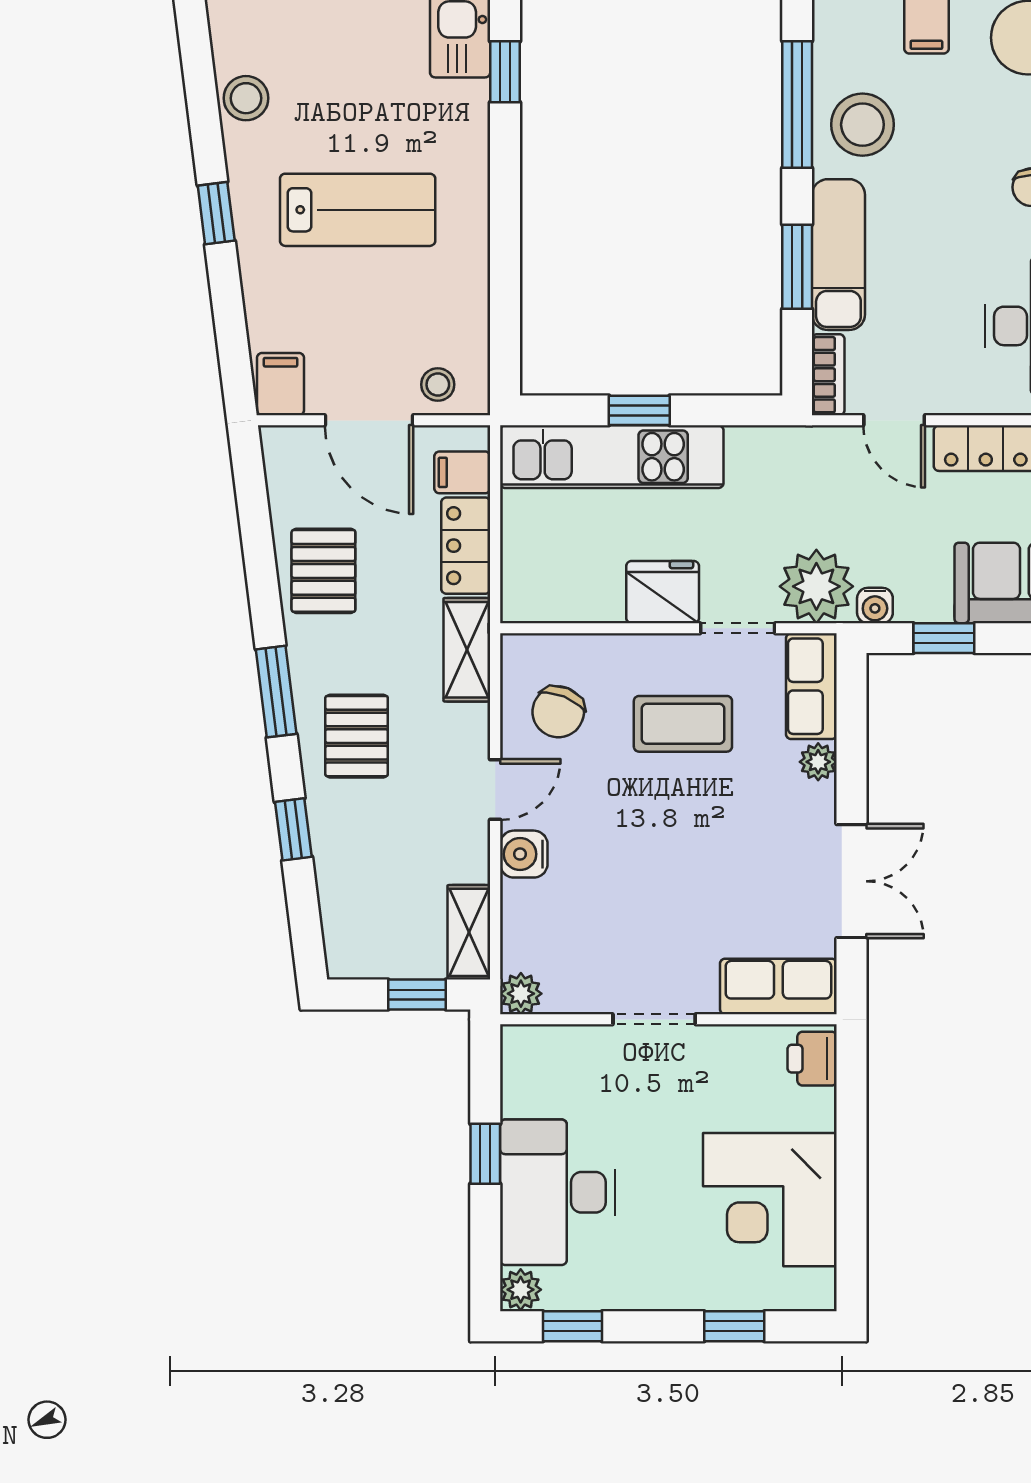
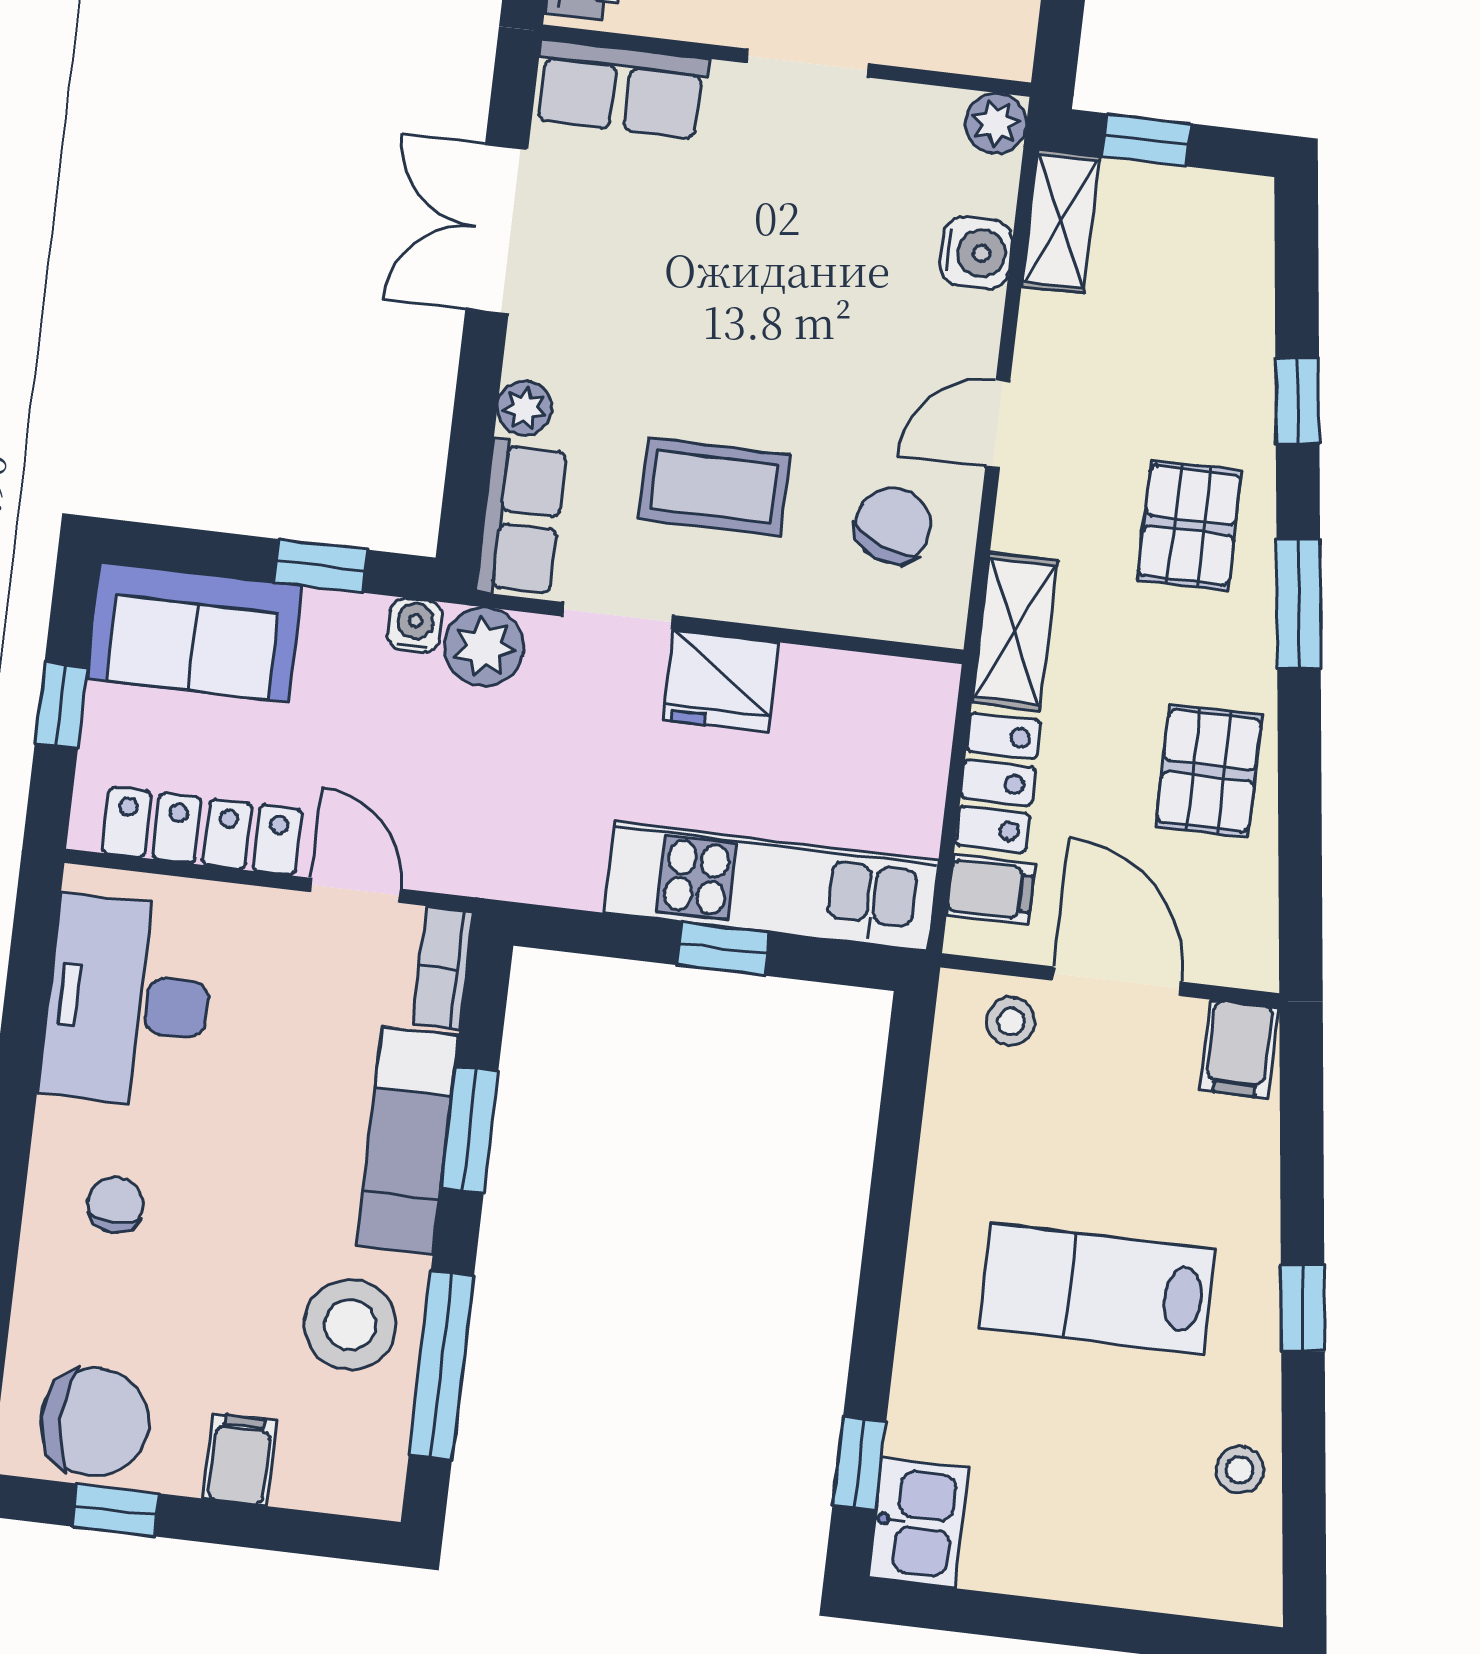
stool: (246, 98) -> (1240, 1470), width x0.73, depth x0.73
plant: (816, 586) -> (484, 647), width x0.73, depth x0.73
water cooler: (524, 854) -> (976, 253), moved

